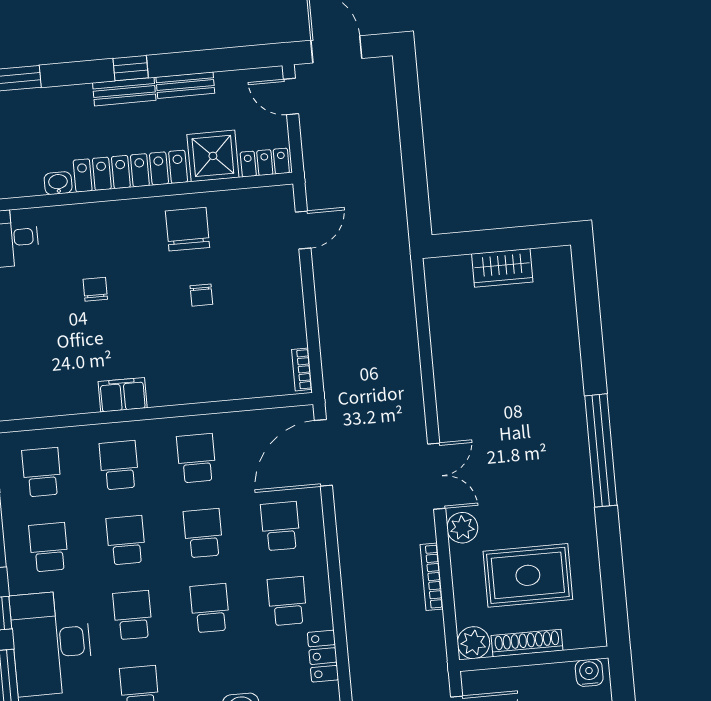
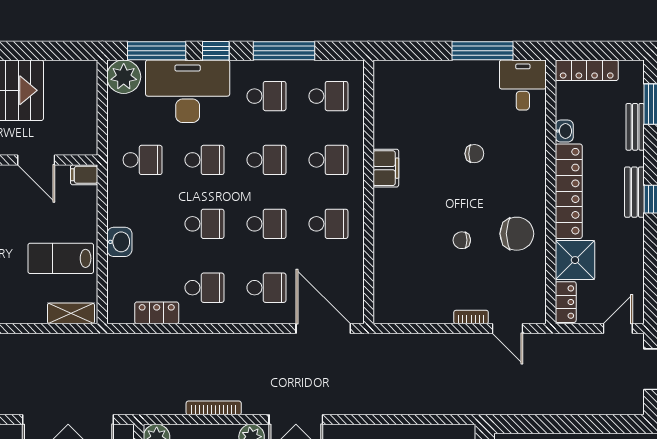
bench: (185, 85) -> (635, 127), moved
bookcase: (302, 369) -> (471, 317), moved

